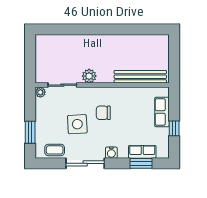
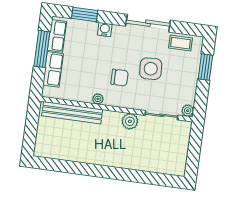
plant: (120, 92) -> (98, 99), added
window: (174, 128) -> (42, 49), width x2.17
row of seats: (142, 152) -> (57, 36), moved, turned -90
water cooler: (111, 153) -> (105, 30), moved

